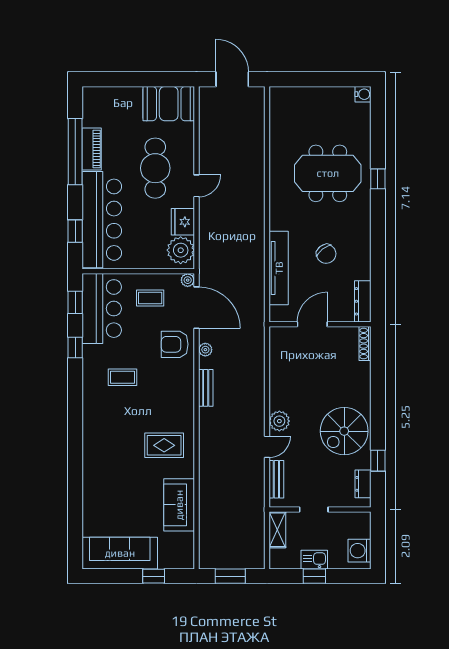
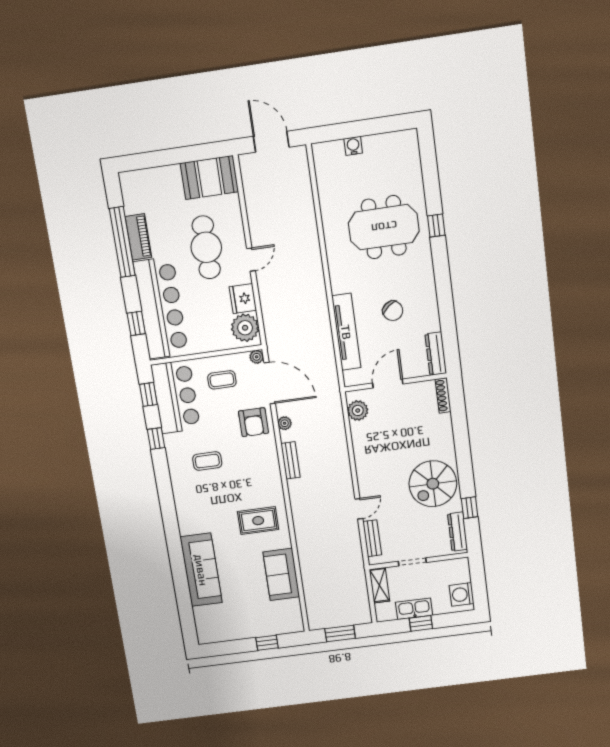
water cooler: (363, 94) -> (353, 146), moved, turned -90
armchair: (175, 344) -> (253, 422), turned -90
plant: (279, 421) -> (358, 410), moved
dresser: (363, 484) -> (458, 532), width x1.44
sofa: (120, 553) -> (201, 570), moved, turned 90
kitchen sink: (314, 560) -> (414, 609), width x1.38

